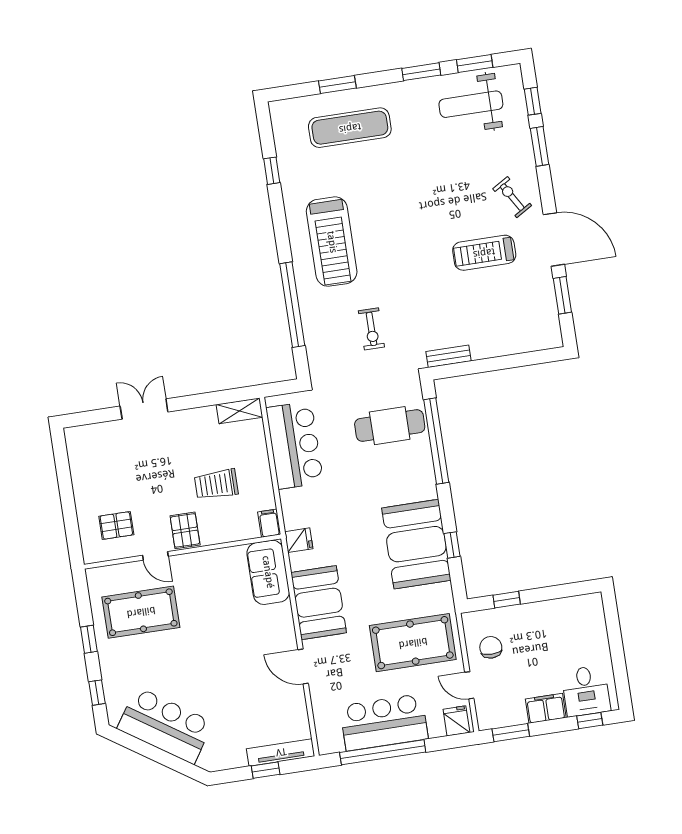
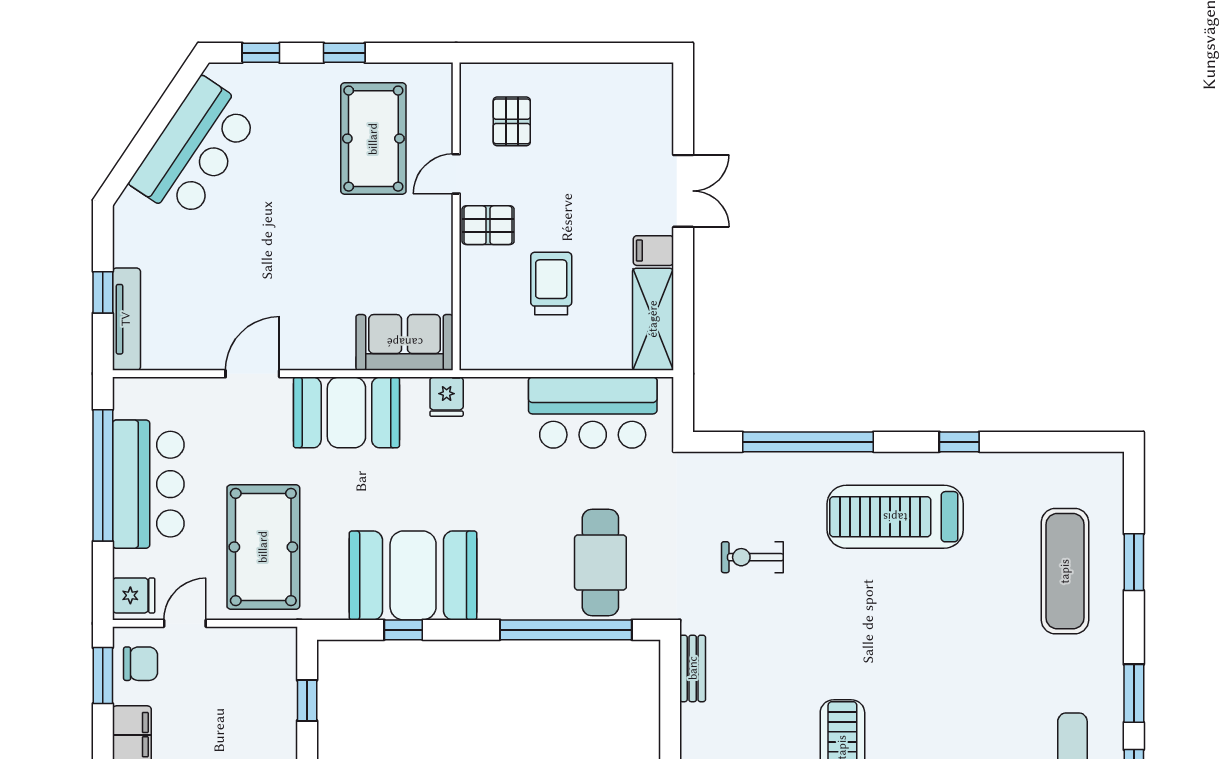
window: (272, 171) -> (959, 442), moved
shelving: (240, 411) -> (653, 319), width x1.50, depth x1.33
filing cabinet: (269, 523) -> (653, 251), moved, turned 180
chair: (491, 647) -> (141, 664), moved

